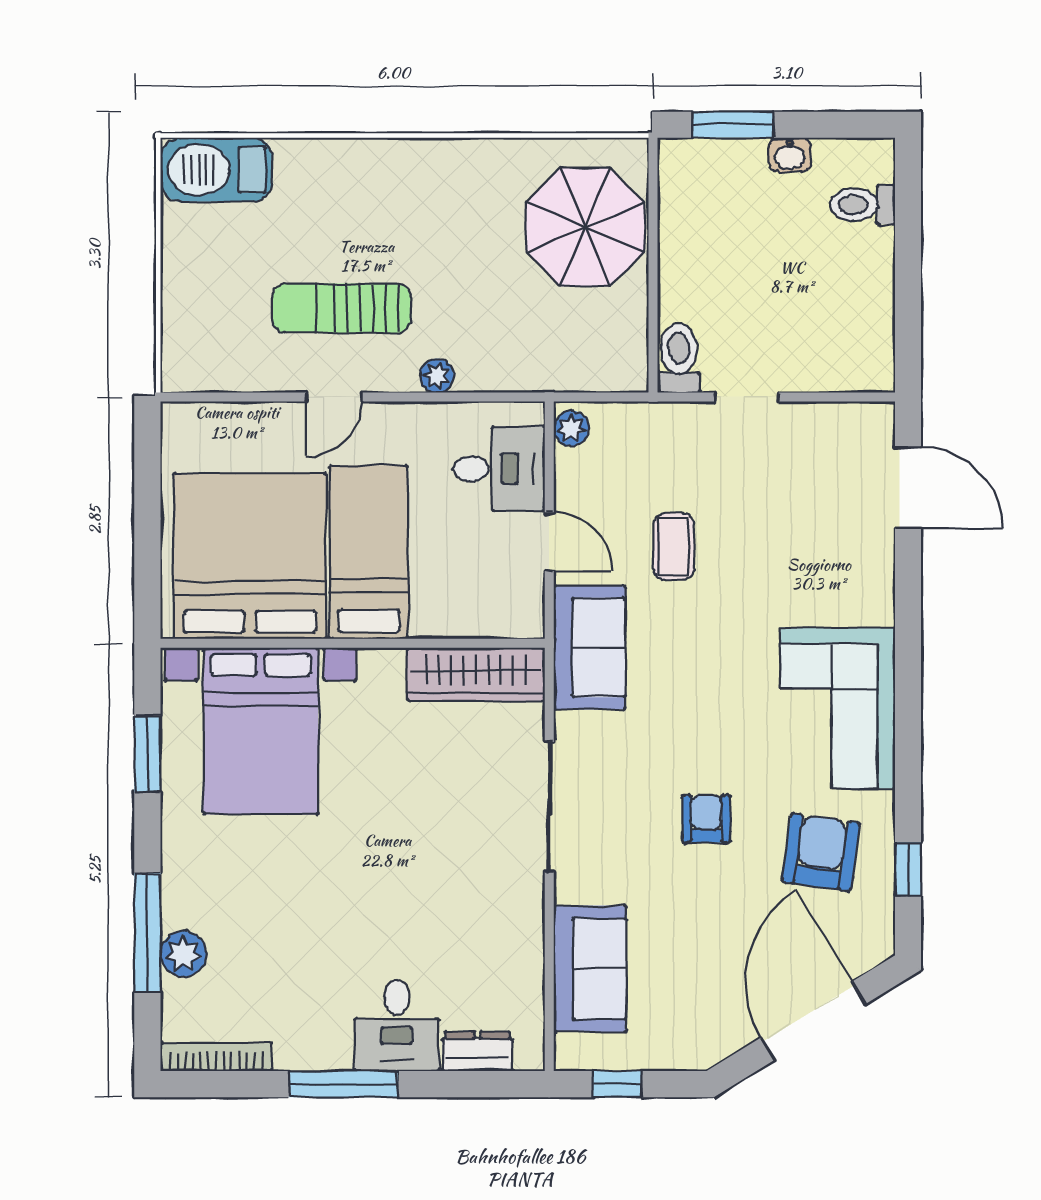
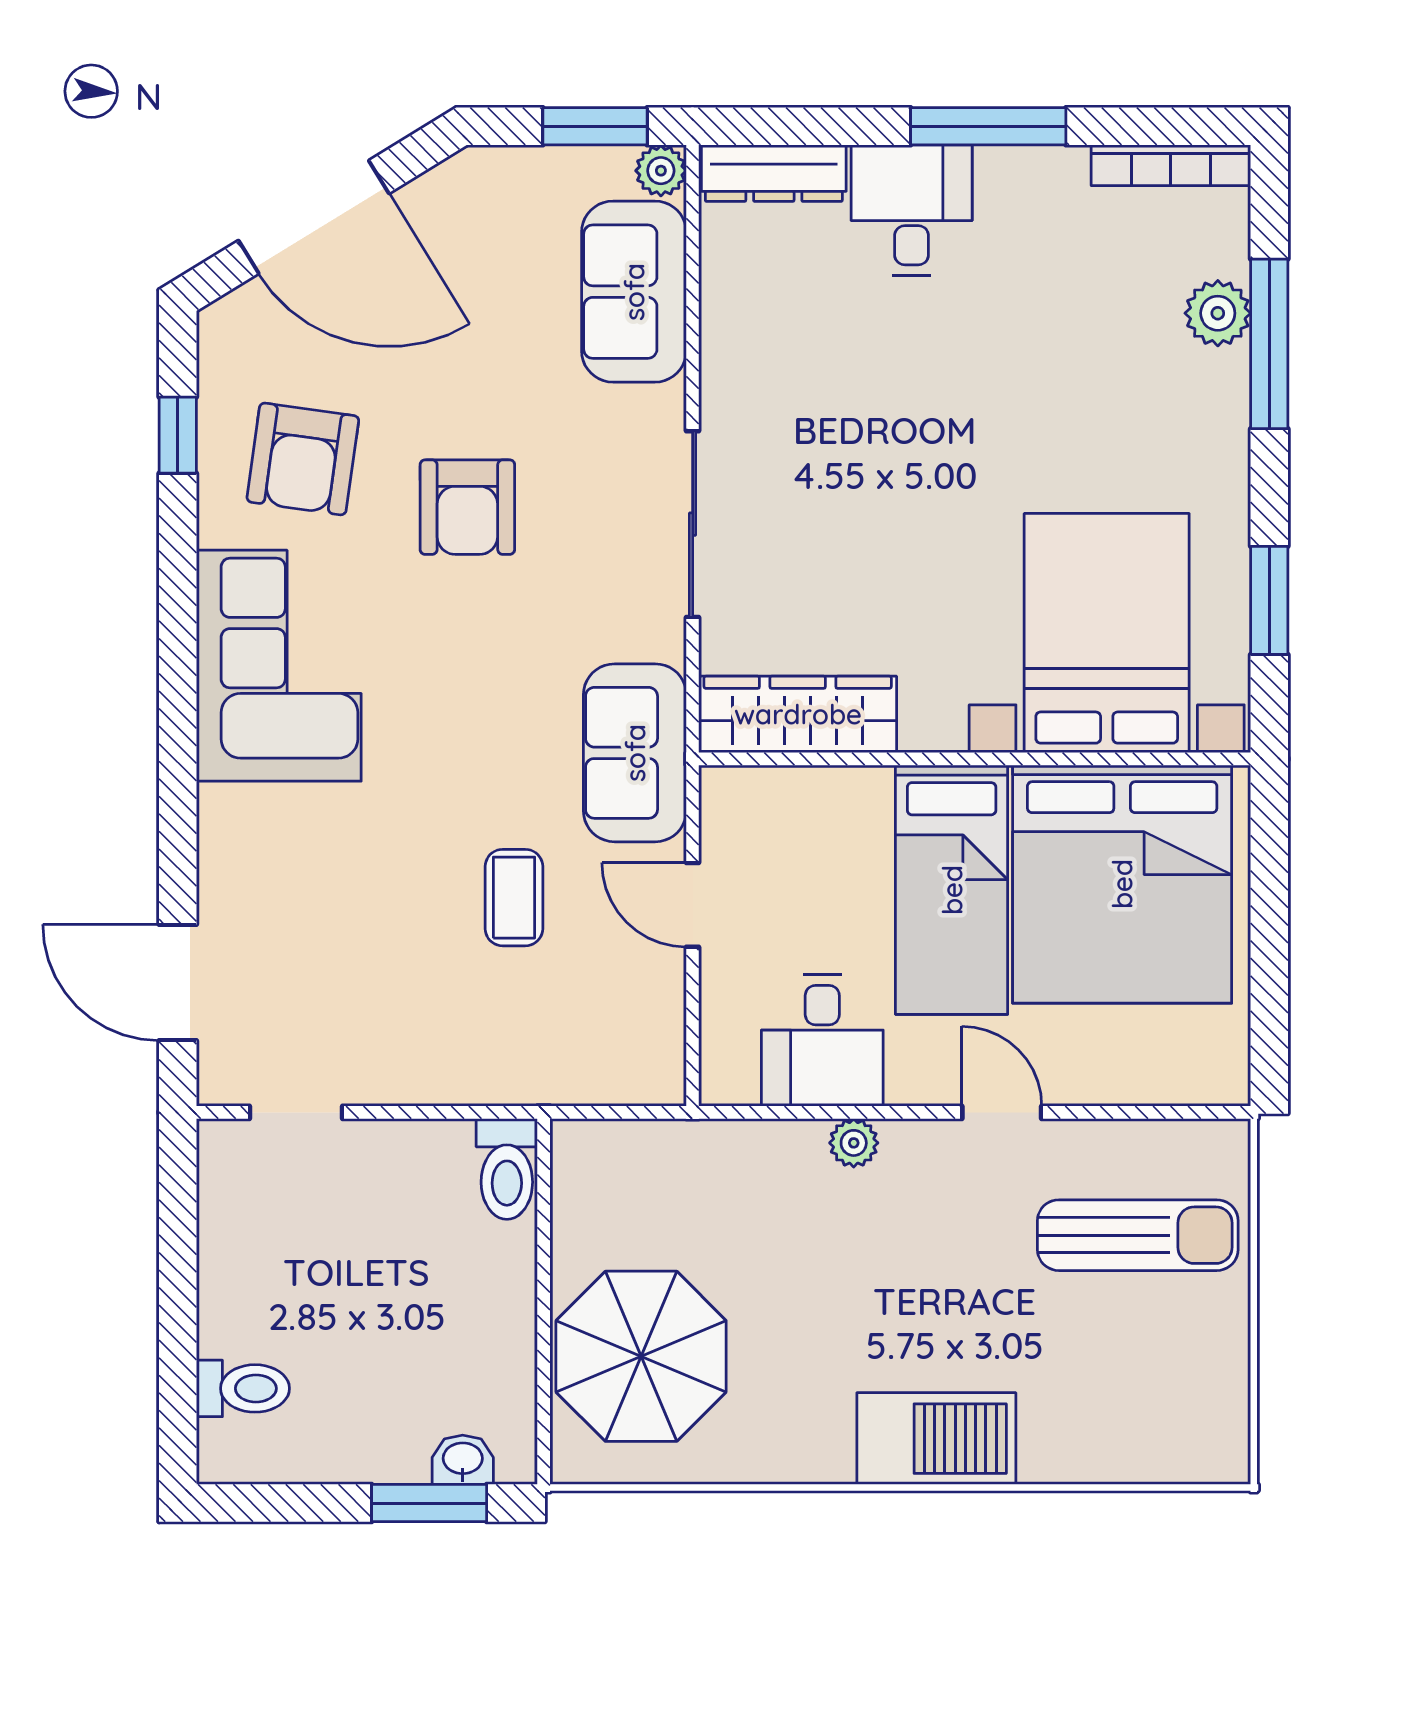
washbasin: (790, 155) -> (463, 1460), moved
barbecue: (217, 170) -> (936, 1439), moved
sun lounger: (342, 308) -> (1138, 1235), moved
door: (334, 397) -> (1002, 1112), hinge flipped
doorway: (746, 397) -> (296, 1112), moved
plant: (571, 428) -> (661, 171), moved
desk: (499, 469) -> (822, 1041), moved, turned -90
armchair: (706, 819) -> (467, 507), width x1.38, depth x1.38
door: (813, 1021) -> (314, 217), hinge flipped
dresser: (477, 1051) -> (774, 173), width x1.44
window: (617, 1084) -> (595, 126), width x1.50

